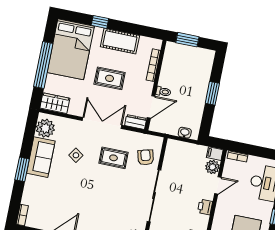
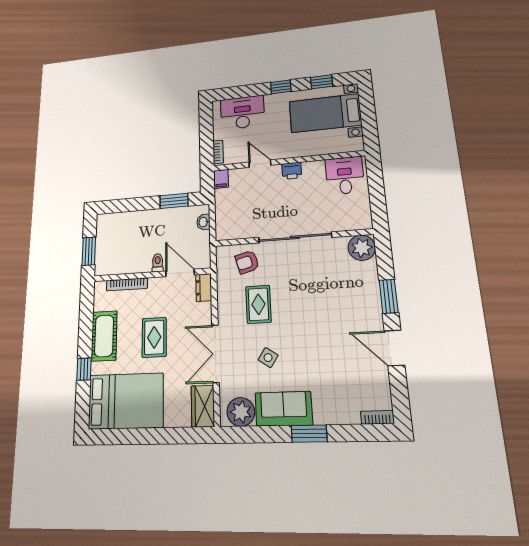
window: (43, 65) -> (154, 436), removed
window: (212, 93) -> (174, 201), moved
double door: (102, 123) -> (216, 354), moved
plant: (212, 167) -> (239, 177), removed

